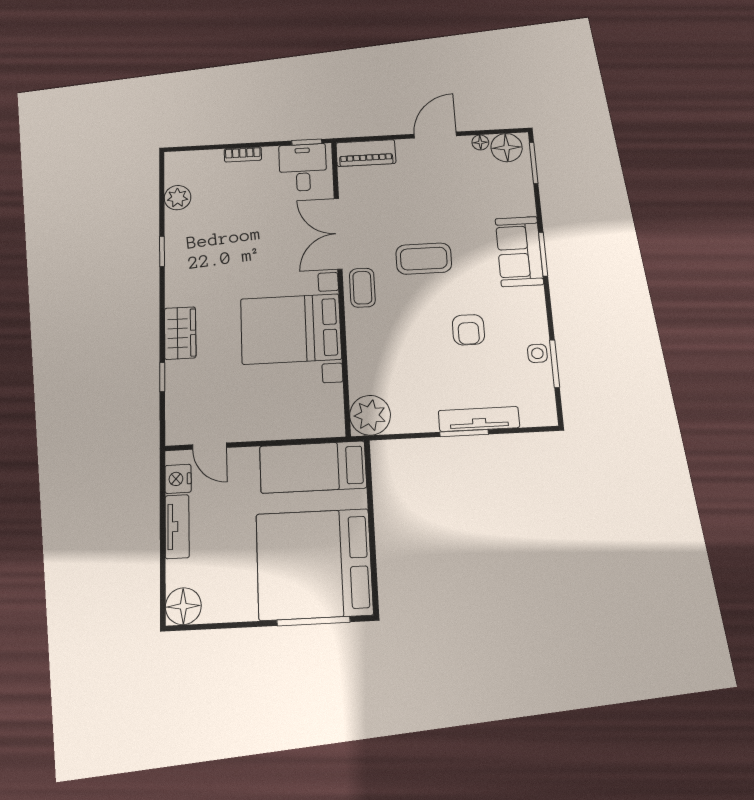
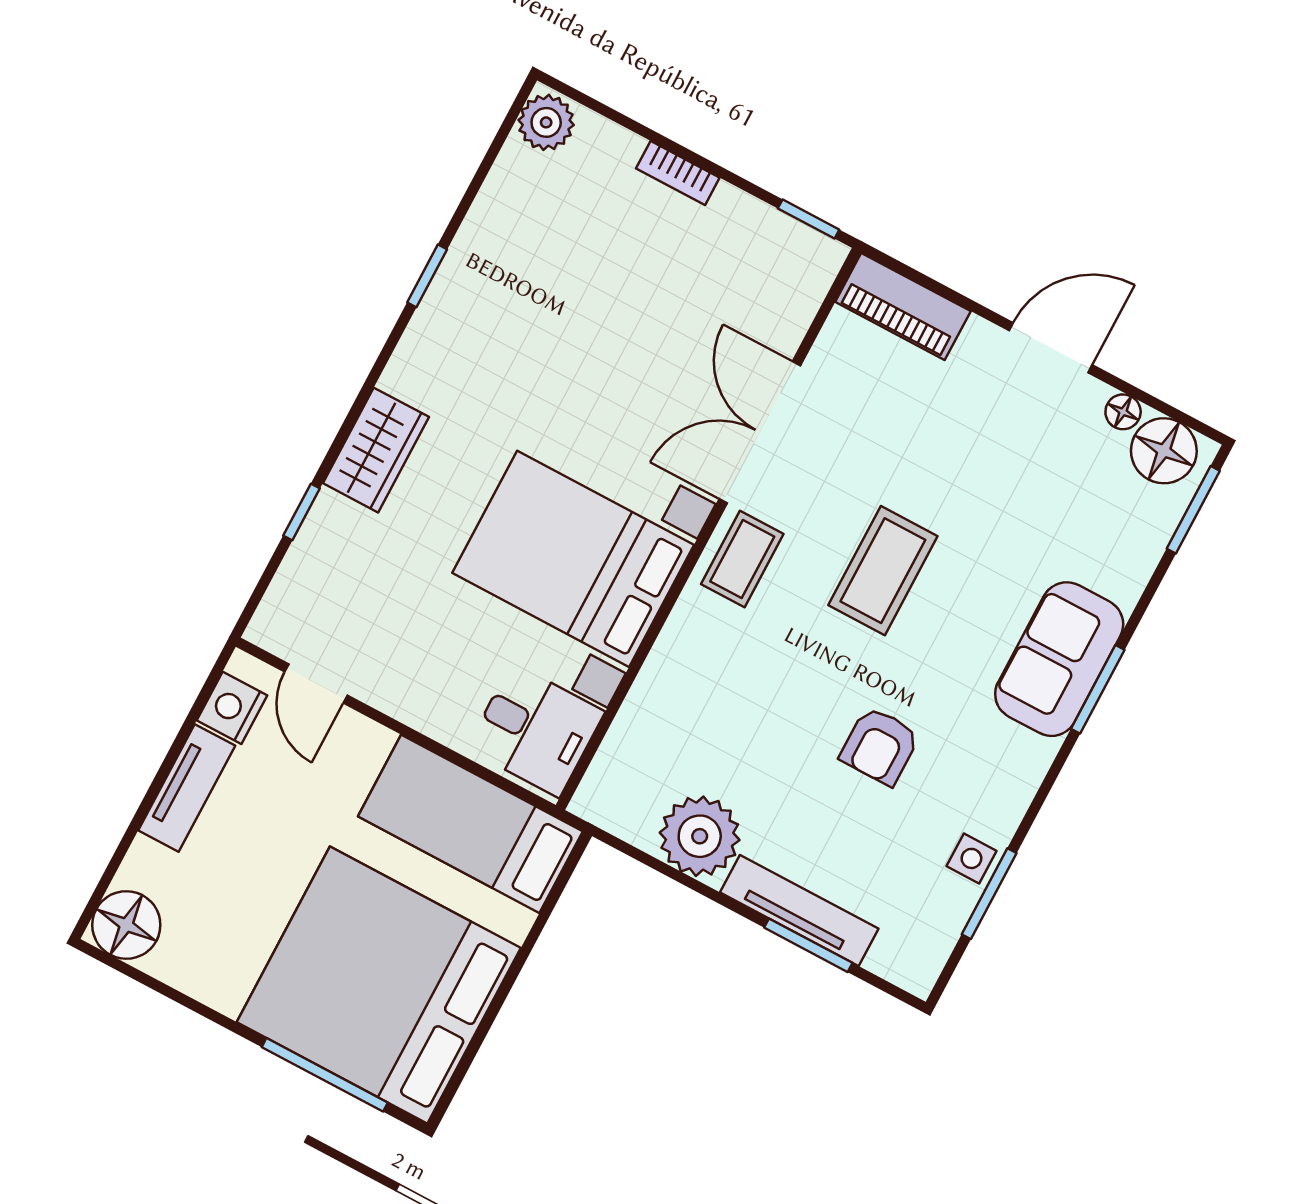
desk: (303, 168) -> (536, 730), moved, turned 90
plant: (178, 198) -> (546, 122), moved
coffee table: (424, 259) -> (883, 571), turned 90
plant: (370, 415) -> (700, 836), moved
window: (464, 433) -> (808, 945), moved

